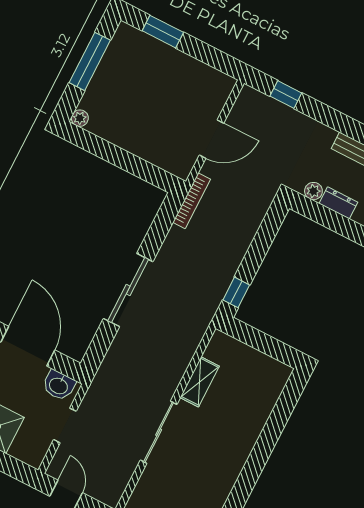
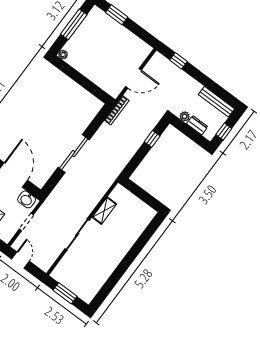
window: (236, 292) -> (152, 139), moved

